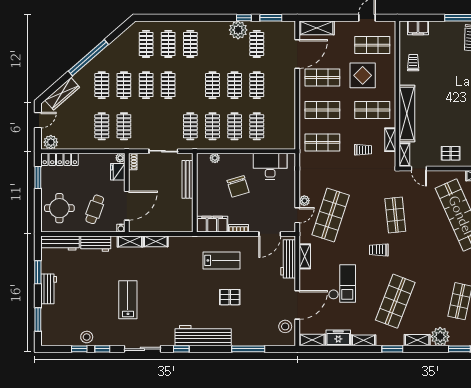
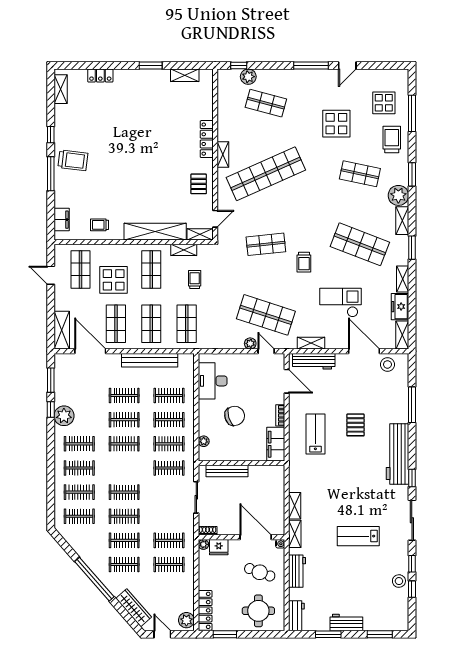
clothes rail: (257, 44) -> (79, 444), moved
bench: (289, 108) -> (150, 360), added
workbench: (60, 243) -> (296, 616), width x0.73

